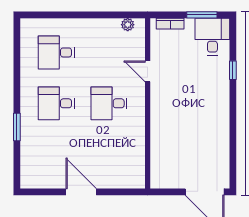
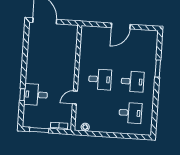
desk: (212, 37) -> (36, 95), moved, turned 90
door: (148, 71) -> (75, 97), swing flipped
door: (81, 192) -> (121, 26), hinge flipped

